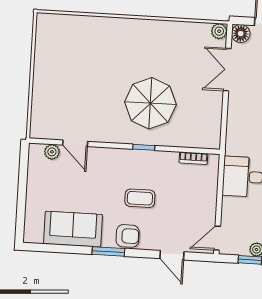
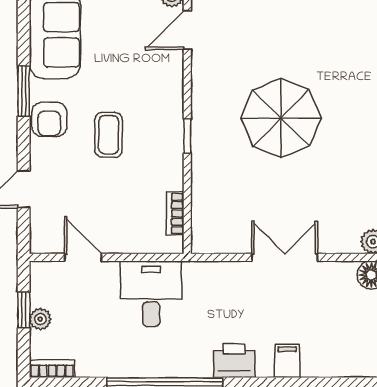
double door: (227, 70) -> (285, 257), moved
parasol: (150, 103) -> (281, 118), moved
door: (217, 238) -> (83, 257), moved

